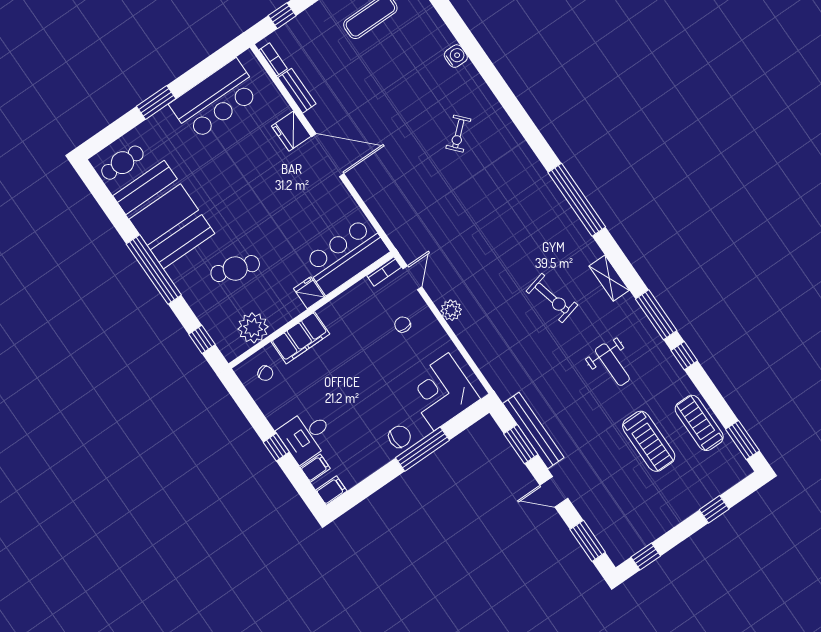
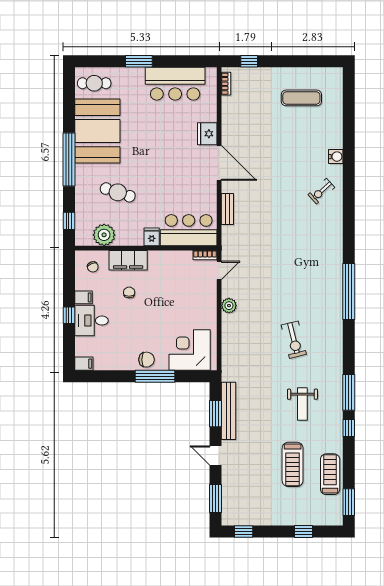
bench: (297, 91) -> (227, 209), moved
exercise bike: (458, 134) -> (321, 191), moved
shelving: (609, 278) -> (336, 351), removed
chair: (403, 325) -> (129, 292), moved
filing cabinet: (315, 468) -> (84, 297), moved

